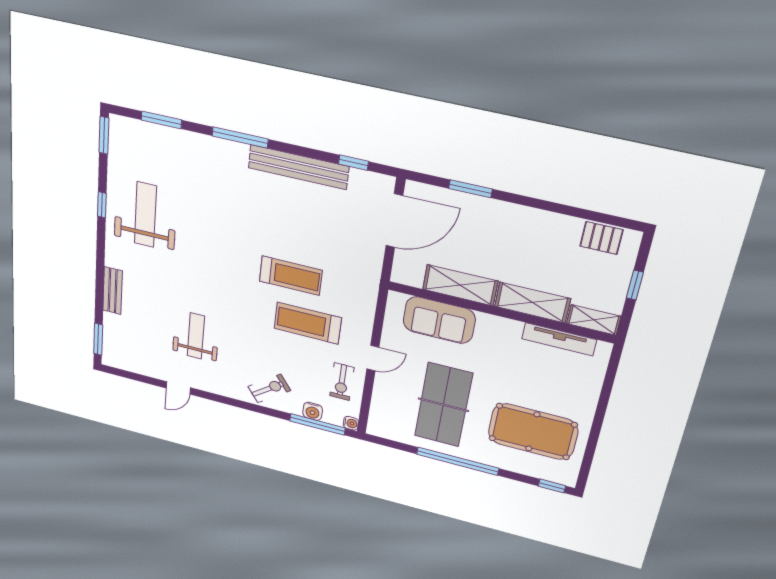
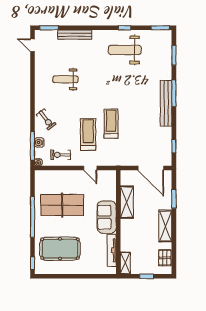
bench: (298, 167) -> (166, 103), moved
weight bench: (145, 215) -> (125, 50), turned 180
treadmill: (291, 276) -> (111, 124), turned 180
bench: (113, 291) -> (75, 35), width x1.36
shelving: (532, 303) -> (165, 226), moved
sofa: (439, 320) -> (107, 217), moved
weight bench: (196, 336) -> (65, 79), turned 180
door: (373, 358) -> (90, 168), moved
door: (178, 388) -> (32, 45), moved
pool table: (533, 432) -> (60, 249), turned 90

